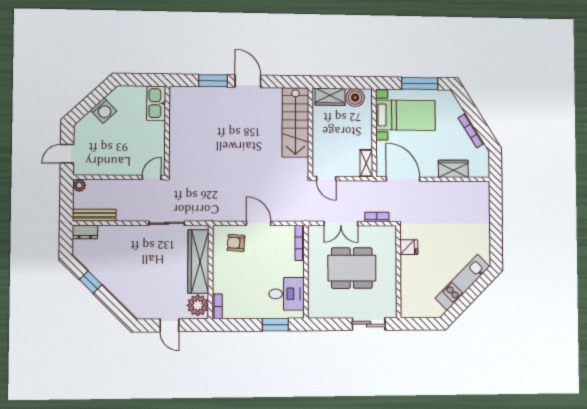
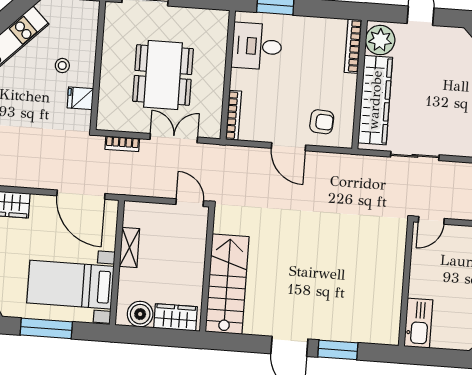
shelving: (366, 163) -> (129, 248), moved
dining table: (352, 268) -> (163, 75), turned 90
stool: (423, 269) -> (62, 66), added
bookcase: (217, 306) -> (353, 46), width x1.56

